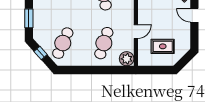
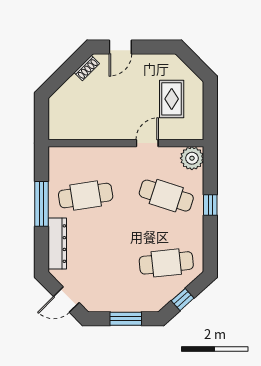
door: (136, 31) -> (147, 143), hinge flipped
cafe table: (63, 43) -> (166, 263), turned -30
window: (98, 70) -> (210, 205), added

